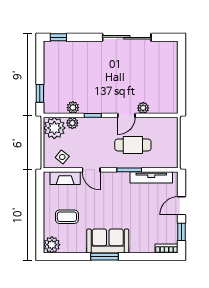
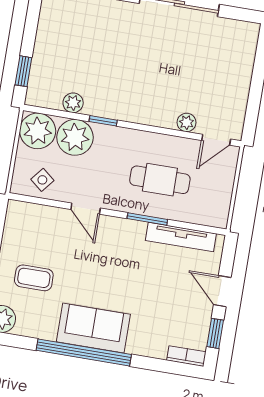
door: (126, 115) -> (216, 140), moved
plant: (72, 123) -> (75, 137), width x1.87, depth x1.87
fireplace: (65, 178) -> (41, 215), removed
door: (182, 206) -> (222, 291), hinge flipped
window: (104, 257) -> (84, 352), width x2.11

